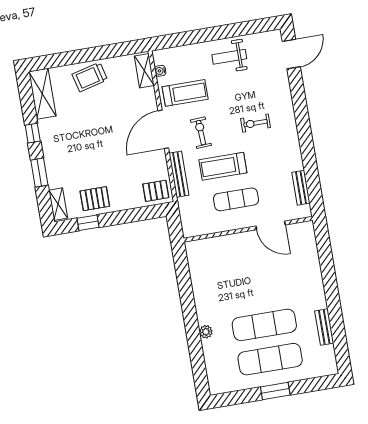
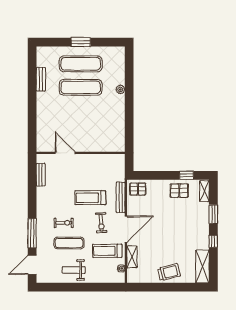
weight bench: (229, 57) -> (74, 270), turned 180
shelving: (144, 71) -> (132, 257), moved
window: (299, 100) -> (32, 233), added
treadmill: (223, 166) -> (90, 198), turned 180
exercise mat: (236, 199) -> (69, 243), moved

